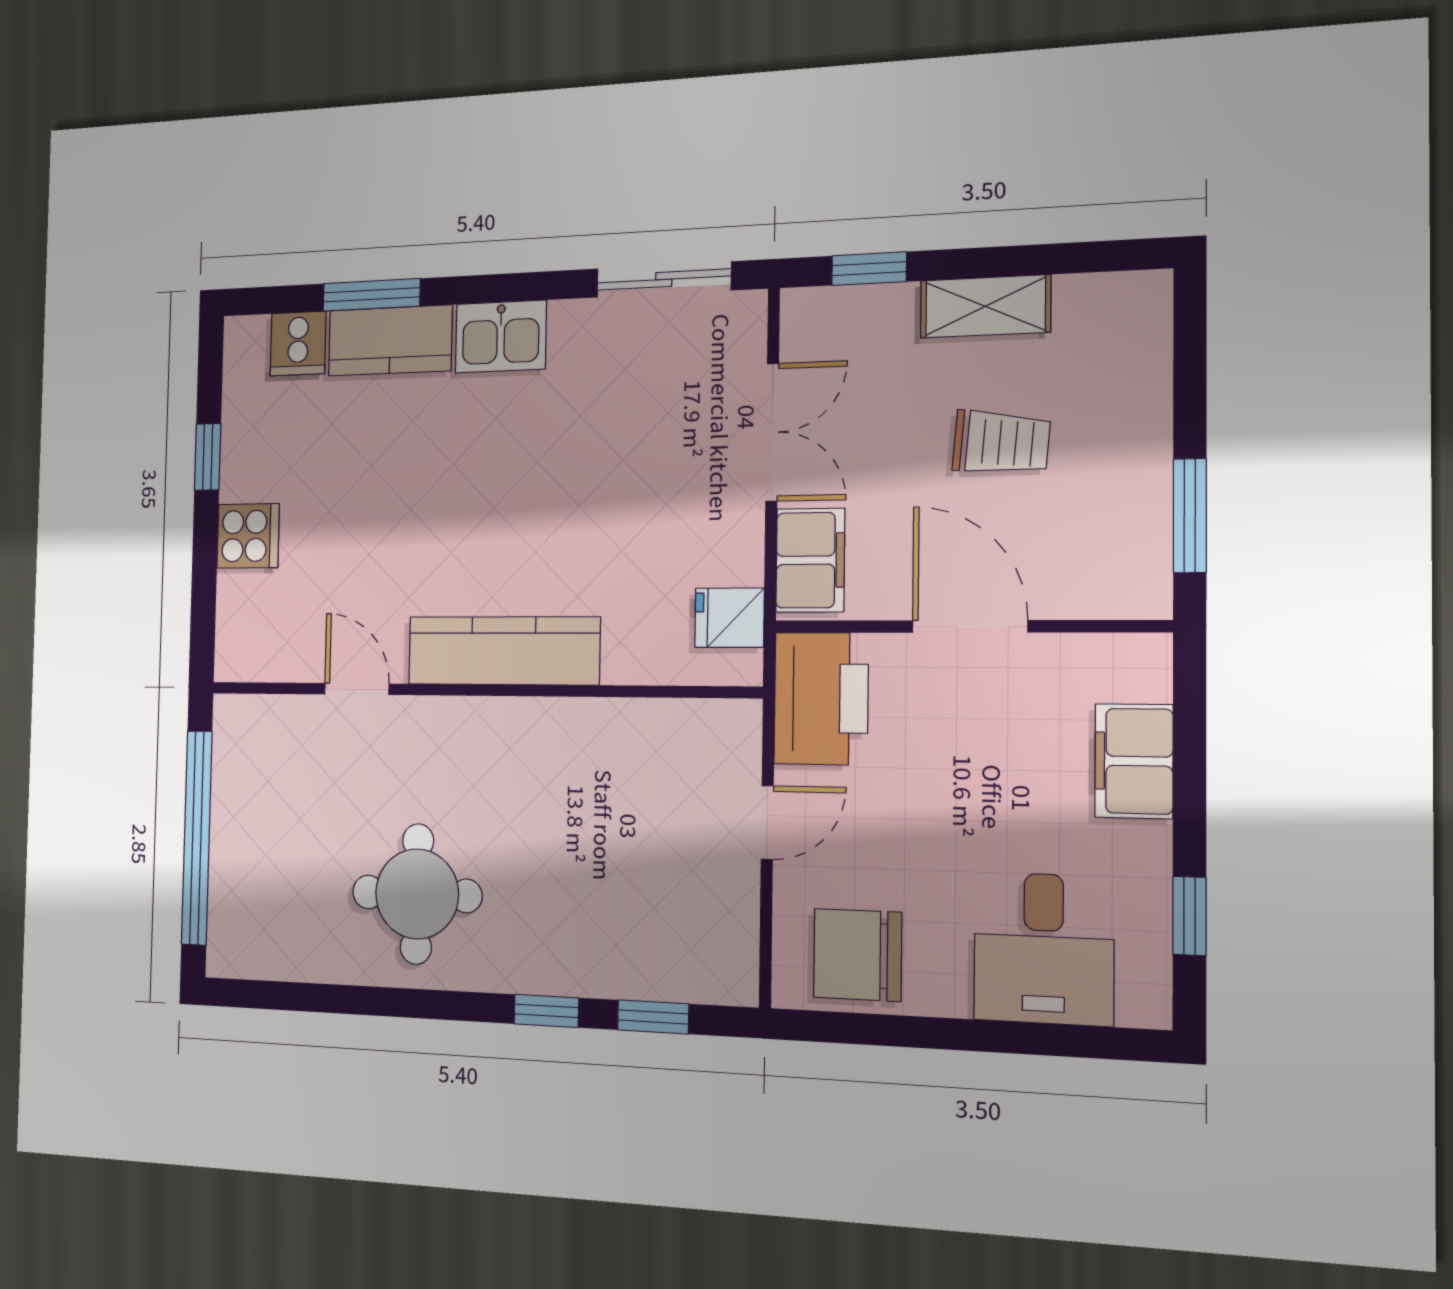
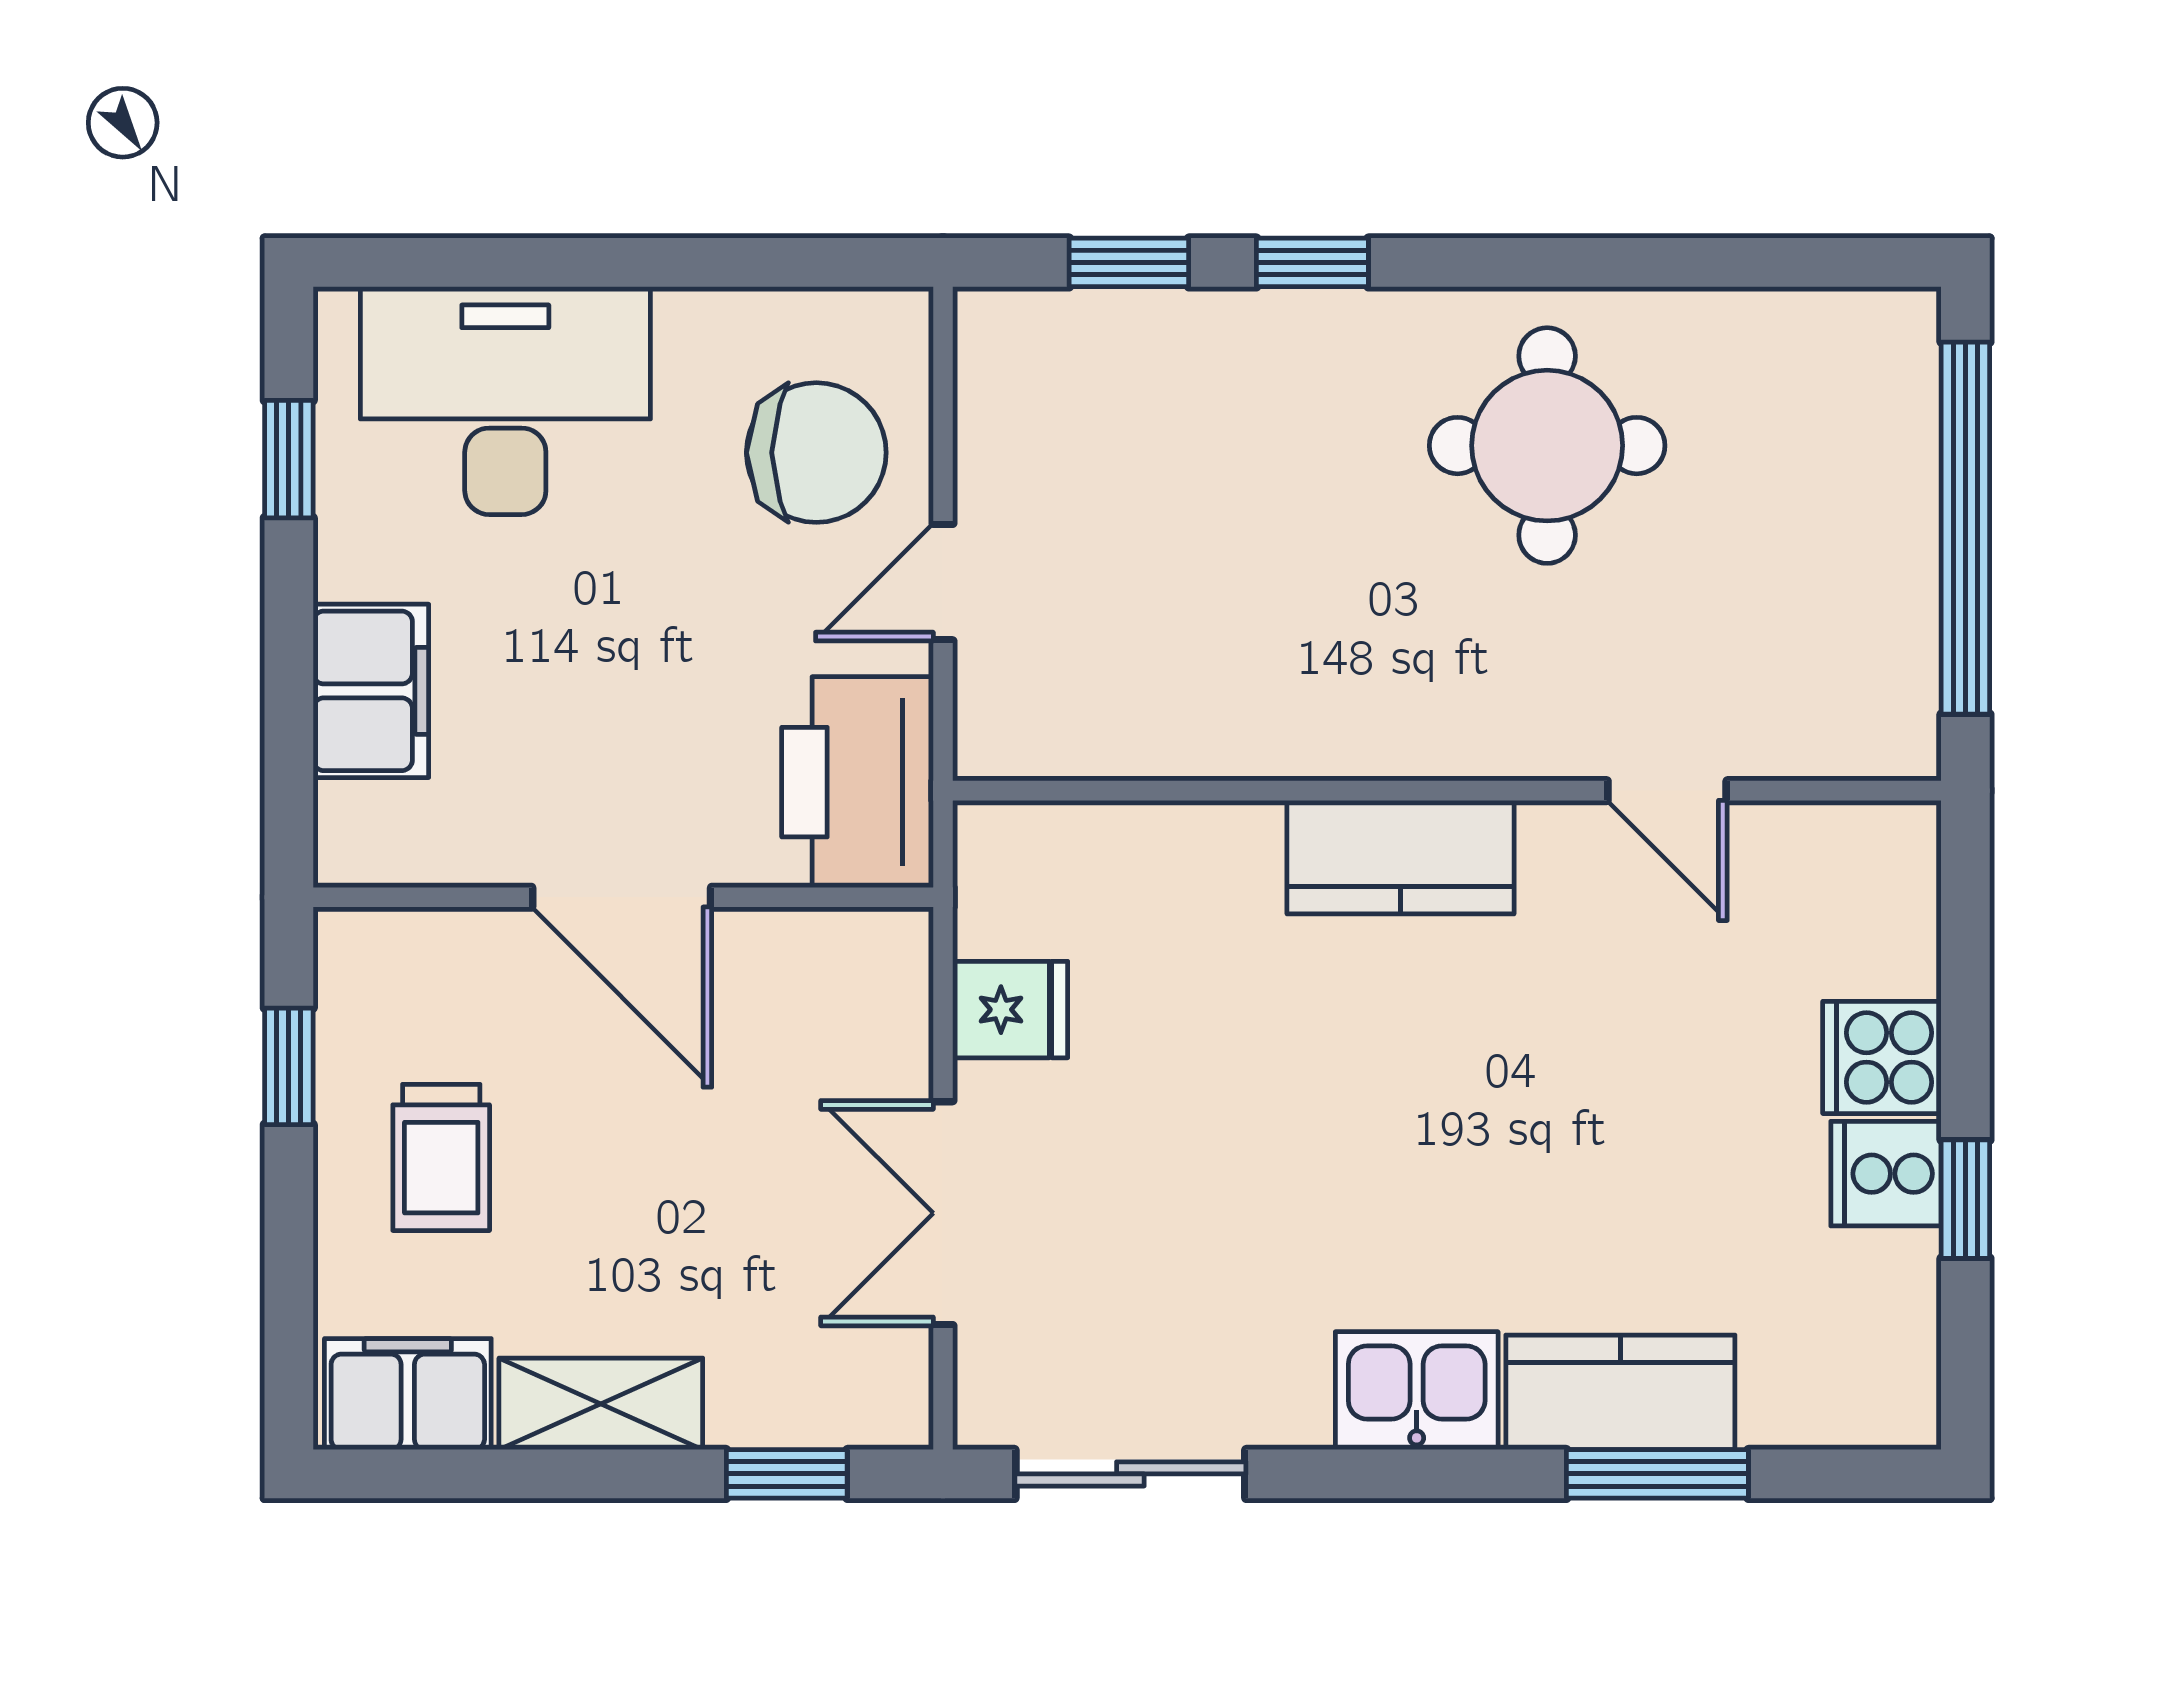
cooker: (298, 344) -> (1886, 1174), moved, turned -90
trolley: (1001, 442) -> (441, 1157), moved, turned -95
window: (1190, 516) -> (289, 1066), width x0.67
filing cabinet: (810, 560) -> (408, 1394), moved, turned 90
fridge: (729, 618) -> (1010, 1010), moved
kitchen counter: (503, 651) -> (1400, 857), width x0.67
desk: (1044, 949) -> (505, 401), width x1.37
chair: (857, 955) -> (816, 453), moved

